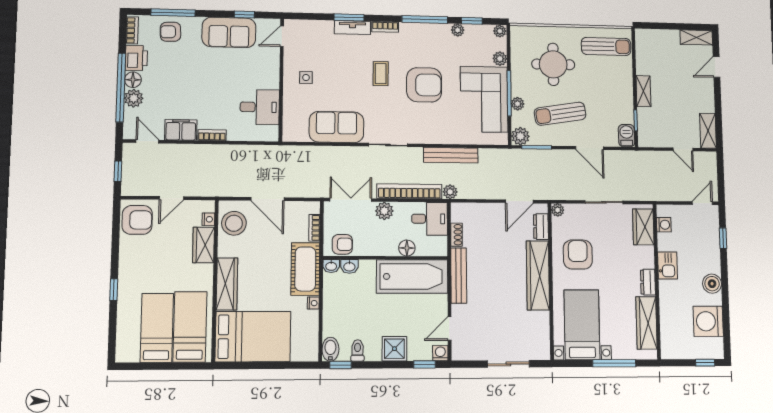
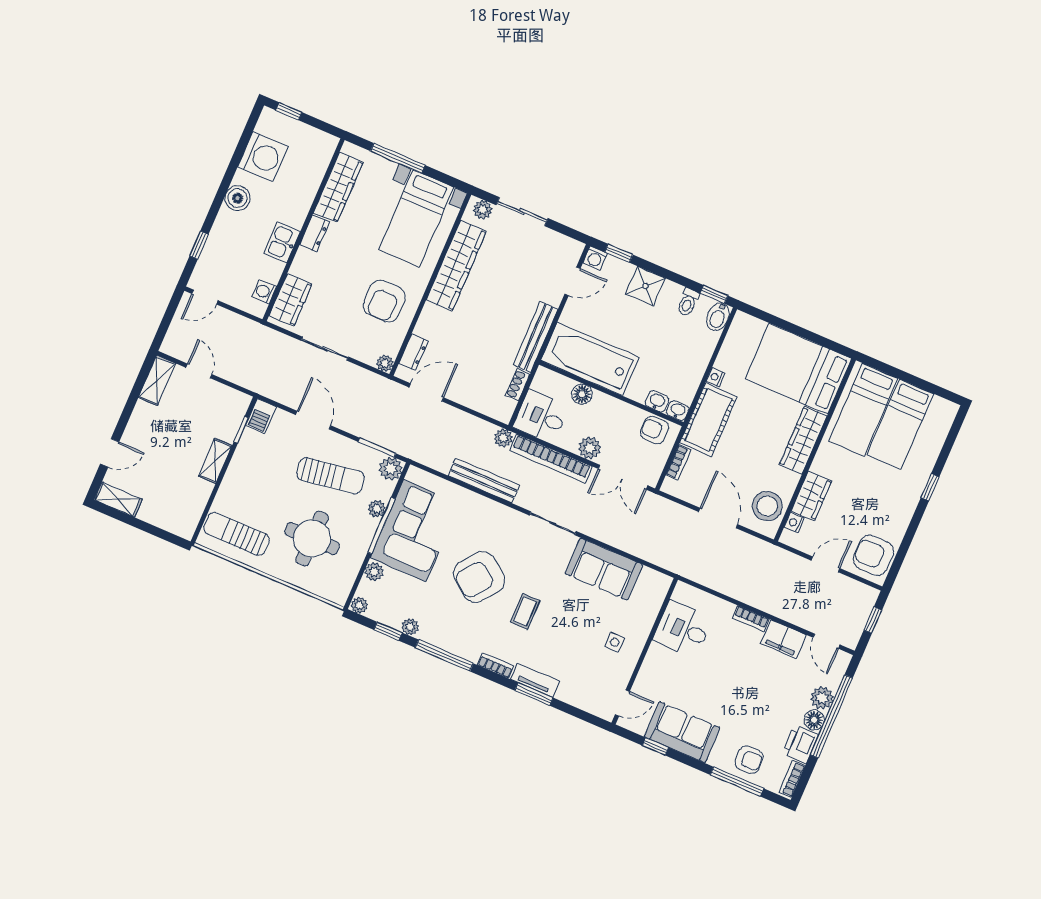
armchair: (424, 85) -> (479, 577), turned -53
wardrobe: (538, 275) -> (456, 266), moved
plant: (537, 353) -> (483, 210), added

